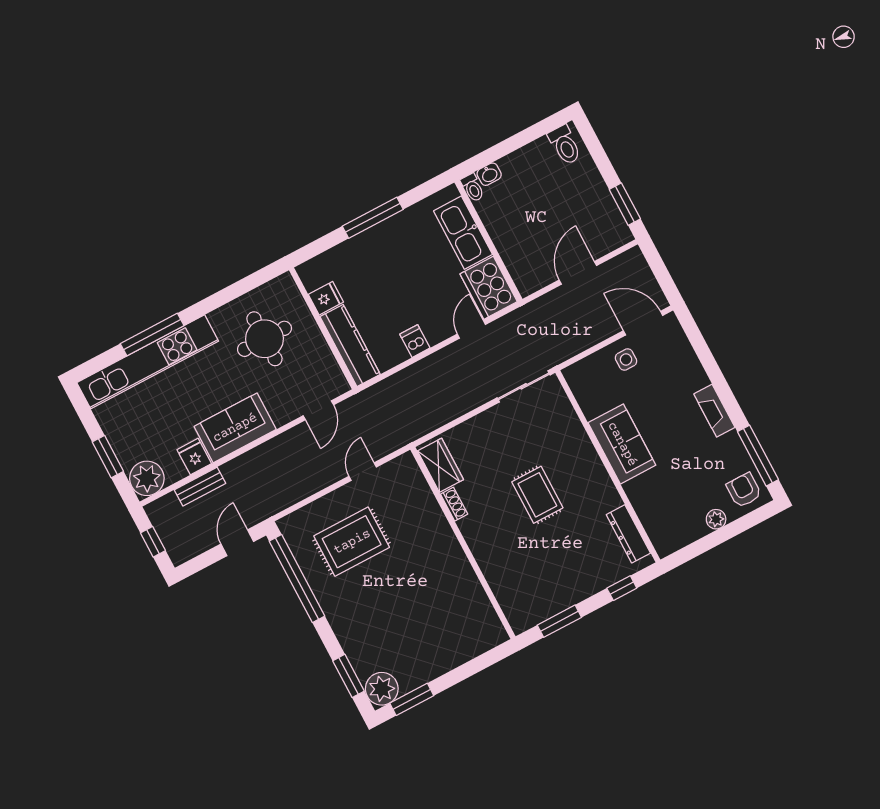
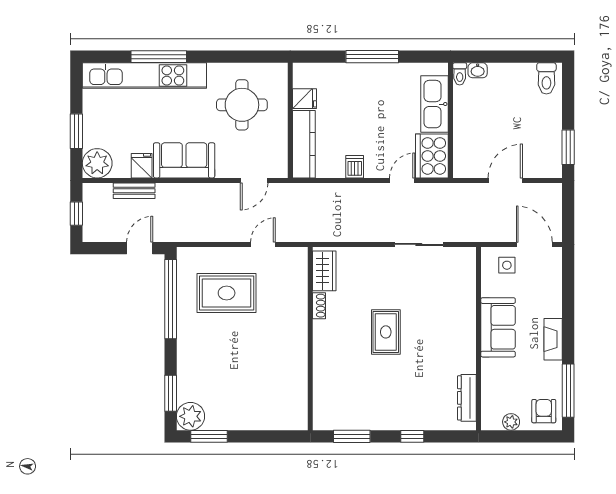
sofa: (622, 444) -> (498, 327), moved
wall: (608, 466) -> (478, 339), moved
dresser: (628, 534) -> (467, 398), moved

